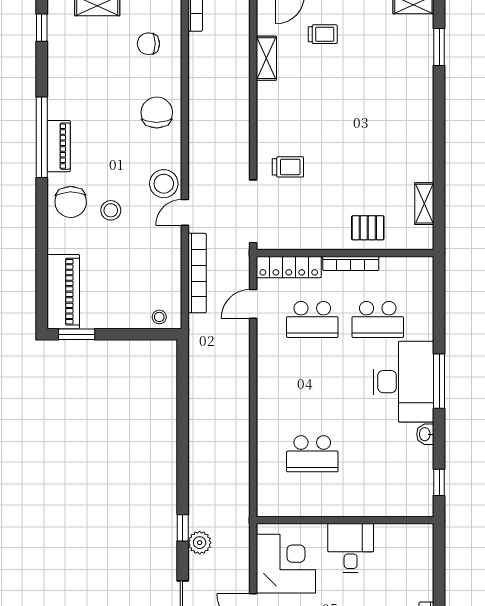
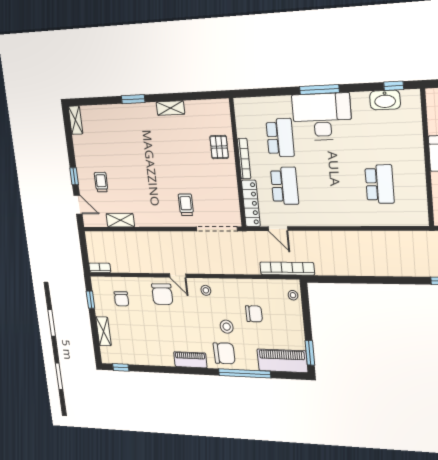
window: (439, 47) -> (133, 99), moved
chair: (157, 112) -> (162, 294), turned -90
window: (42, 137) -> (244, 373), moved
stool: (164, 184) -> (206, 290), width x0.53, depth x0.53
shelving: (424, 204) -> (170, 108), moved
door: (185, 212) -> (178, 276), moved
chair: (131, 255) -> (254, 314), added
bookcase: (197, 273) -> (287, 269), moved
washbasin: (425, 434) -> (385, 100), moved, width x1.91, depth x1.45

